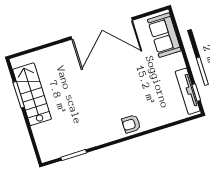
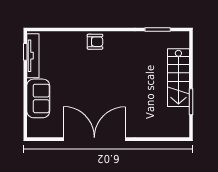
sofa: (164, 35) -> (38, 98), moved
stairs: (32, 94) -> (178, 78), moved

